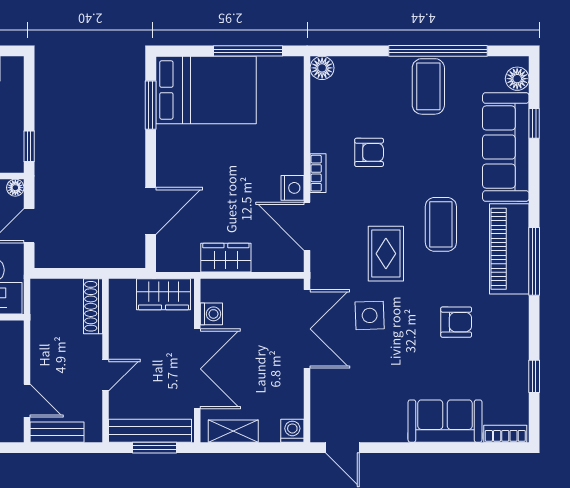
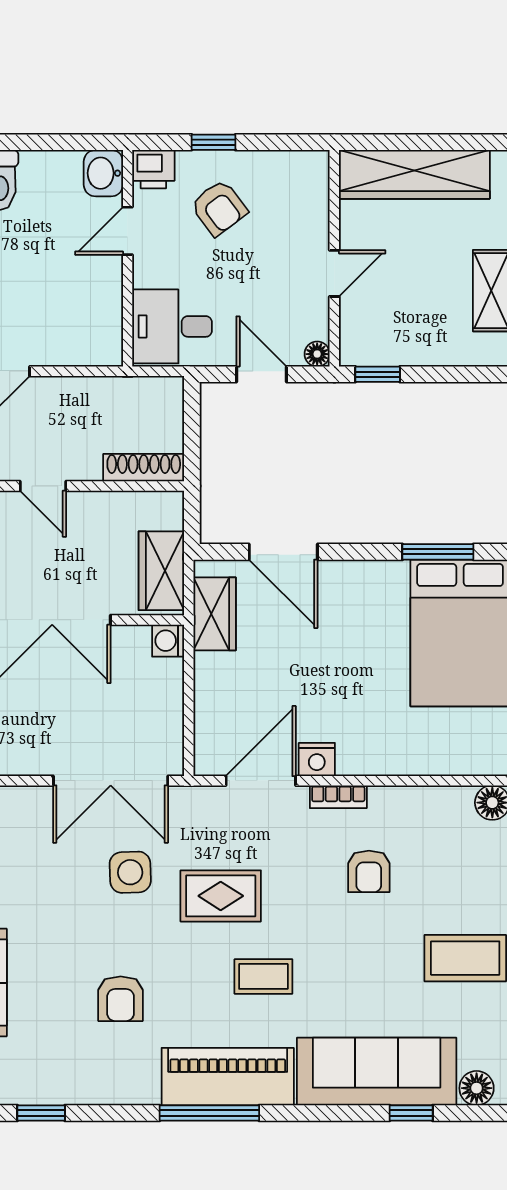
coffee table: (441, 224) -> (263, 976), width x0.73, depth x0.77
wardrobe: (226, 258) -> (215, 614), moved
washing machine: (211, 314) -> (168, 641), moved, turned 90

